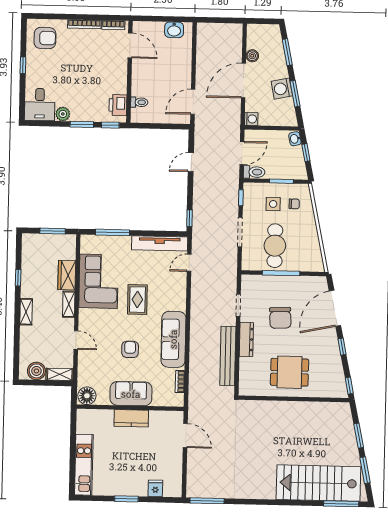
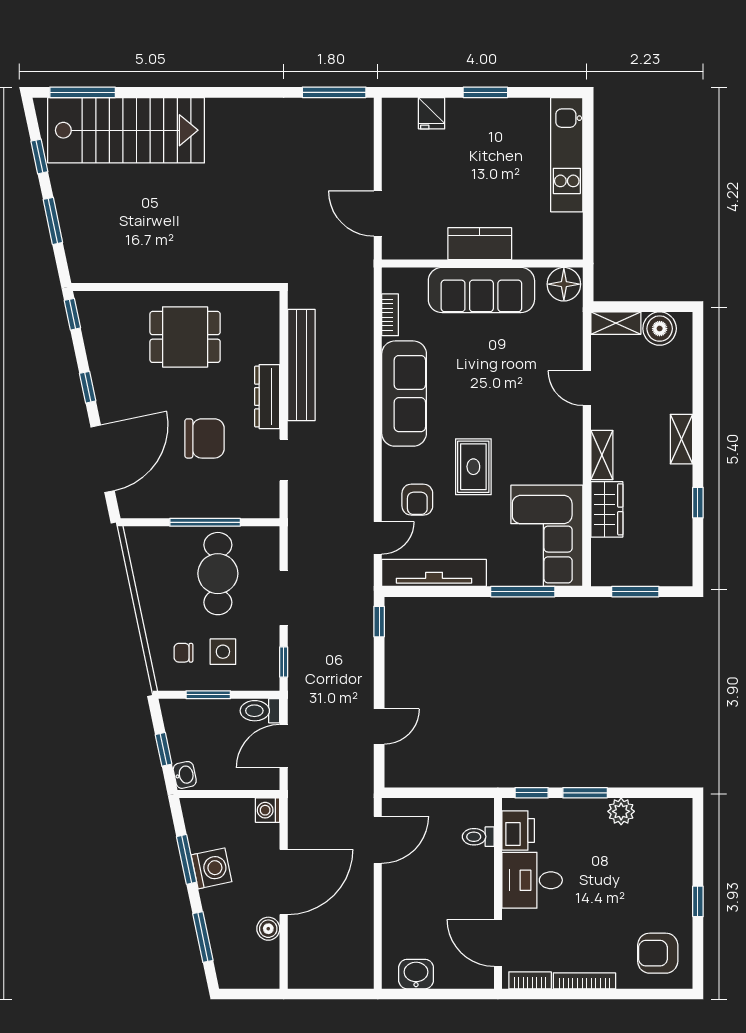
desk: (40, 105) -> (532, 880), moved, turned -90
corner sofa: (99, 281) -> (547, 536), moved
chair: (280, 318) -> (205, 438), turned 93
armchair: (130, 349) -> (417, 500), moved
sofa: (131, 394) -> (481, 290), width x1.36
window: (365, 470) -> (39, 156), width x0.67

